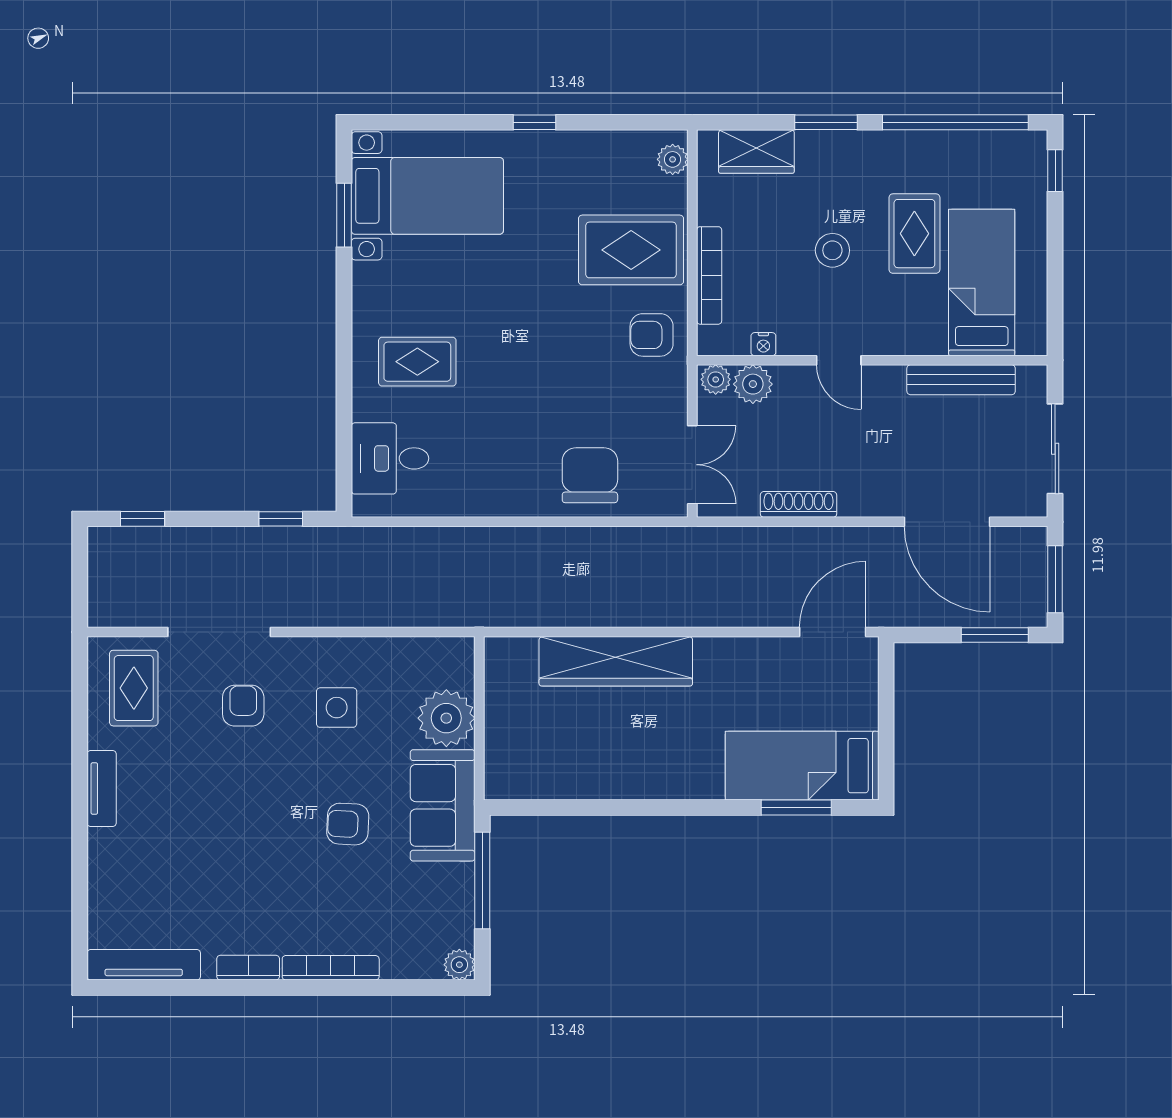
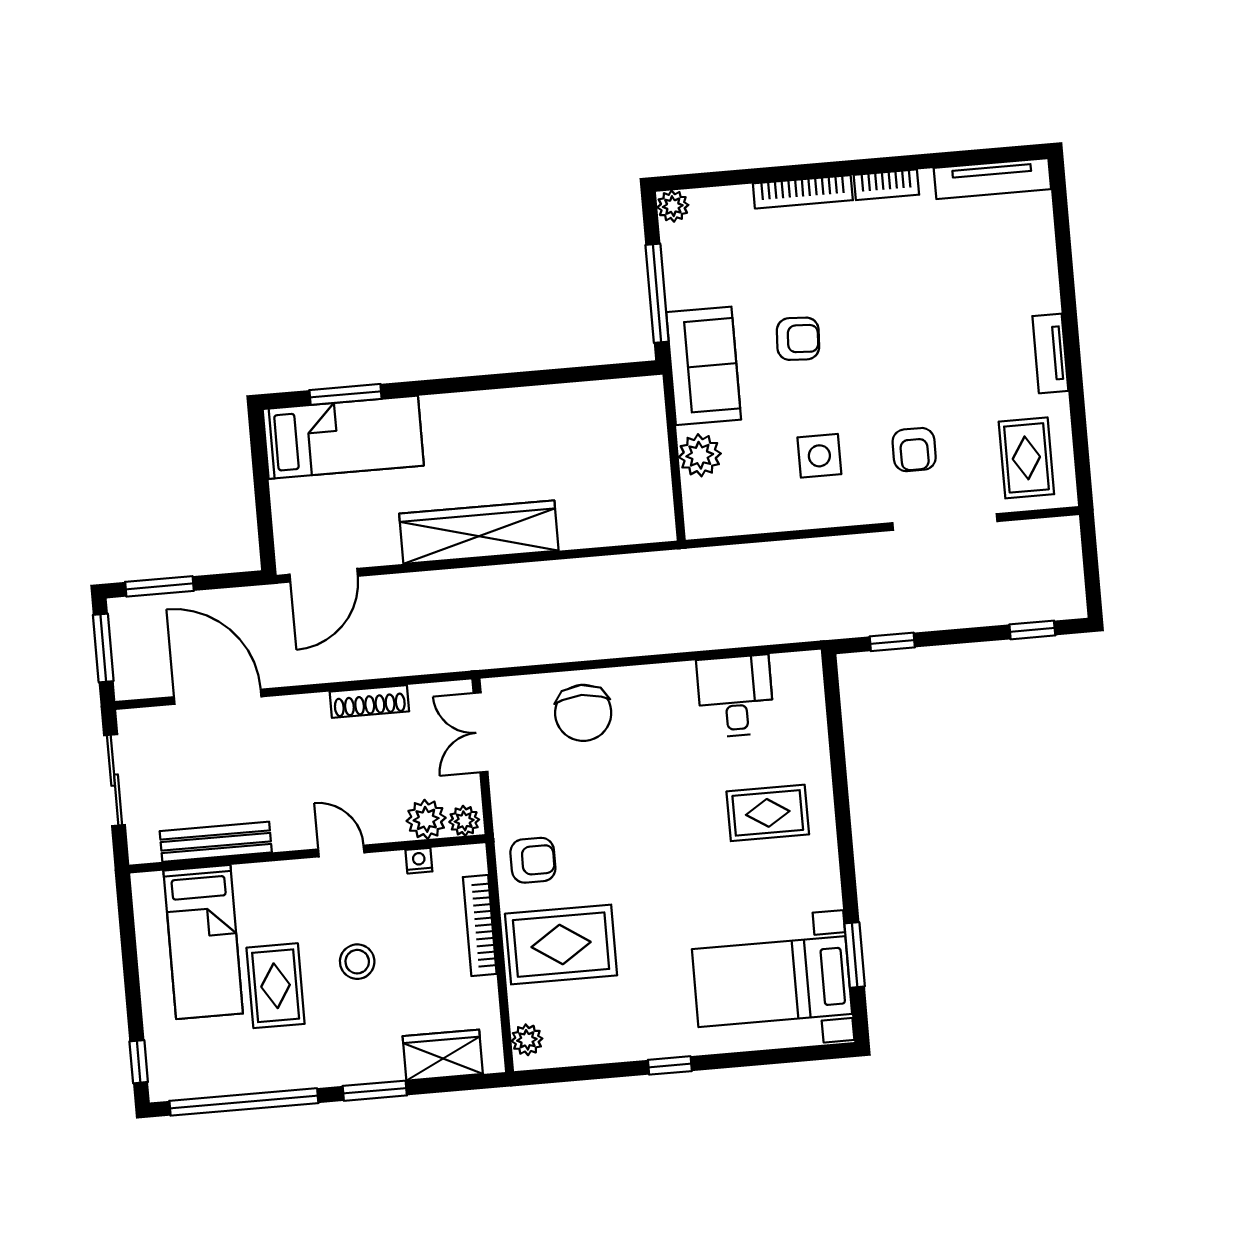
desk: (390, 458) -> (735, 696), moved, turned -90
wardrobe: (616, 661) -> (479, 532), moved
plant: (446, 718) -> (700, 455), width x0.73, depth x0.73

